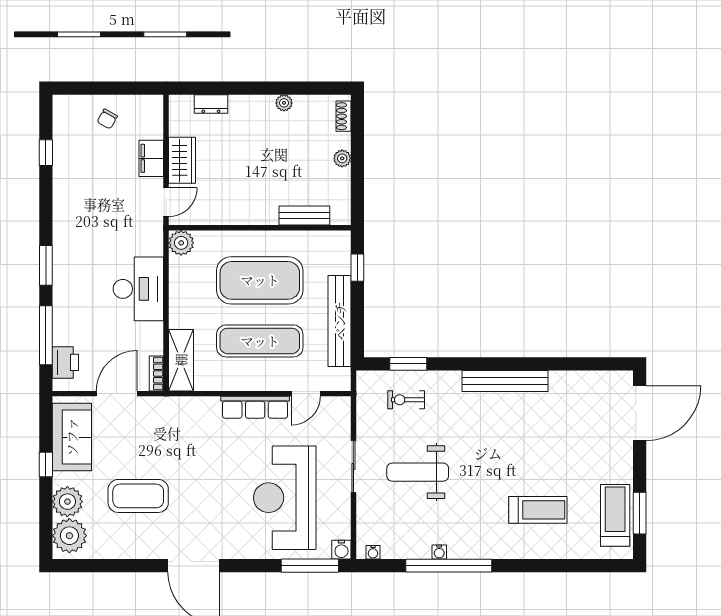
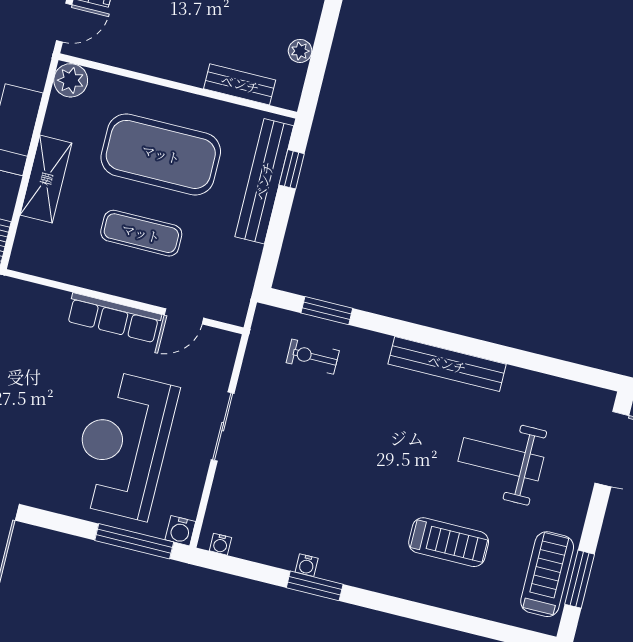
plant: (342, 158) -> (300, 51), moved
bench: (340, 321) -> (264, 181), moved
exercise mat: (260, 341) -> (141, 233), width x0.73, depth x0.69
shelving: (181, 360) -> (46, 179), moved
weight bench: (418, 472) -> (501, 459), moved
window: (449, 566) -> (315, 586), width x0.47

